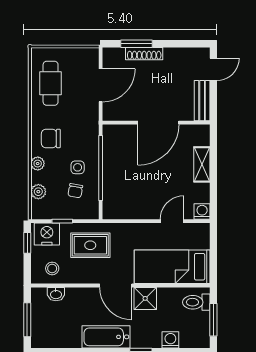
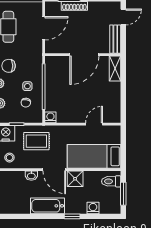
shelving: (202, 164) -> (115, 68), moved
washing machine: (202, 211) -> (50, 117), moved
washbasin: (56, 294) -> (31, 176), moved

